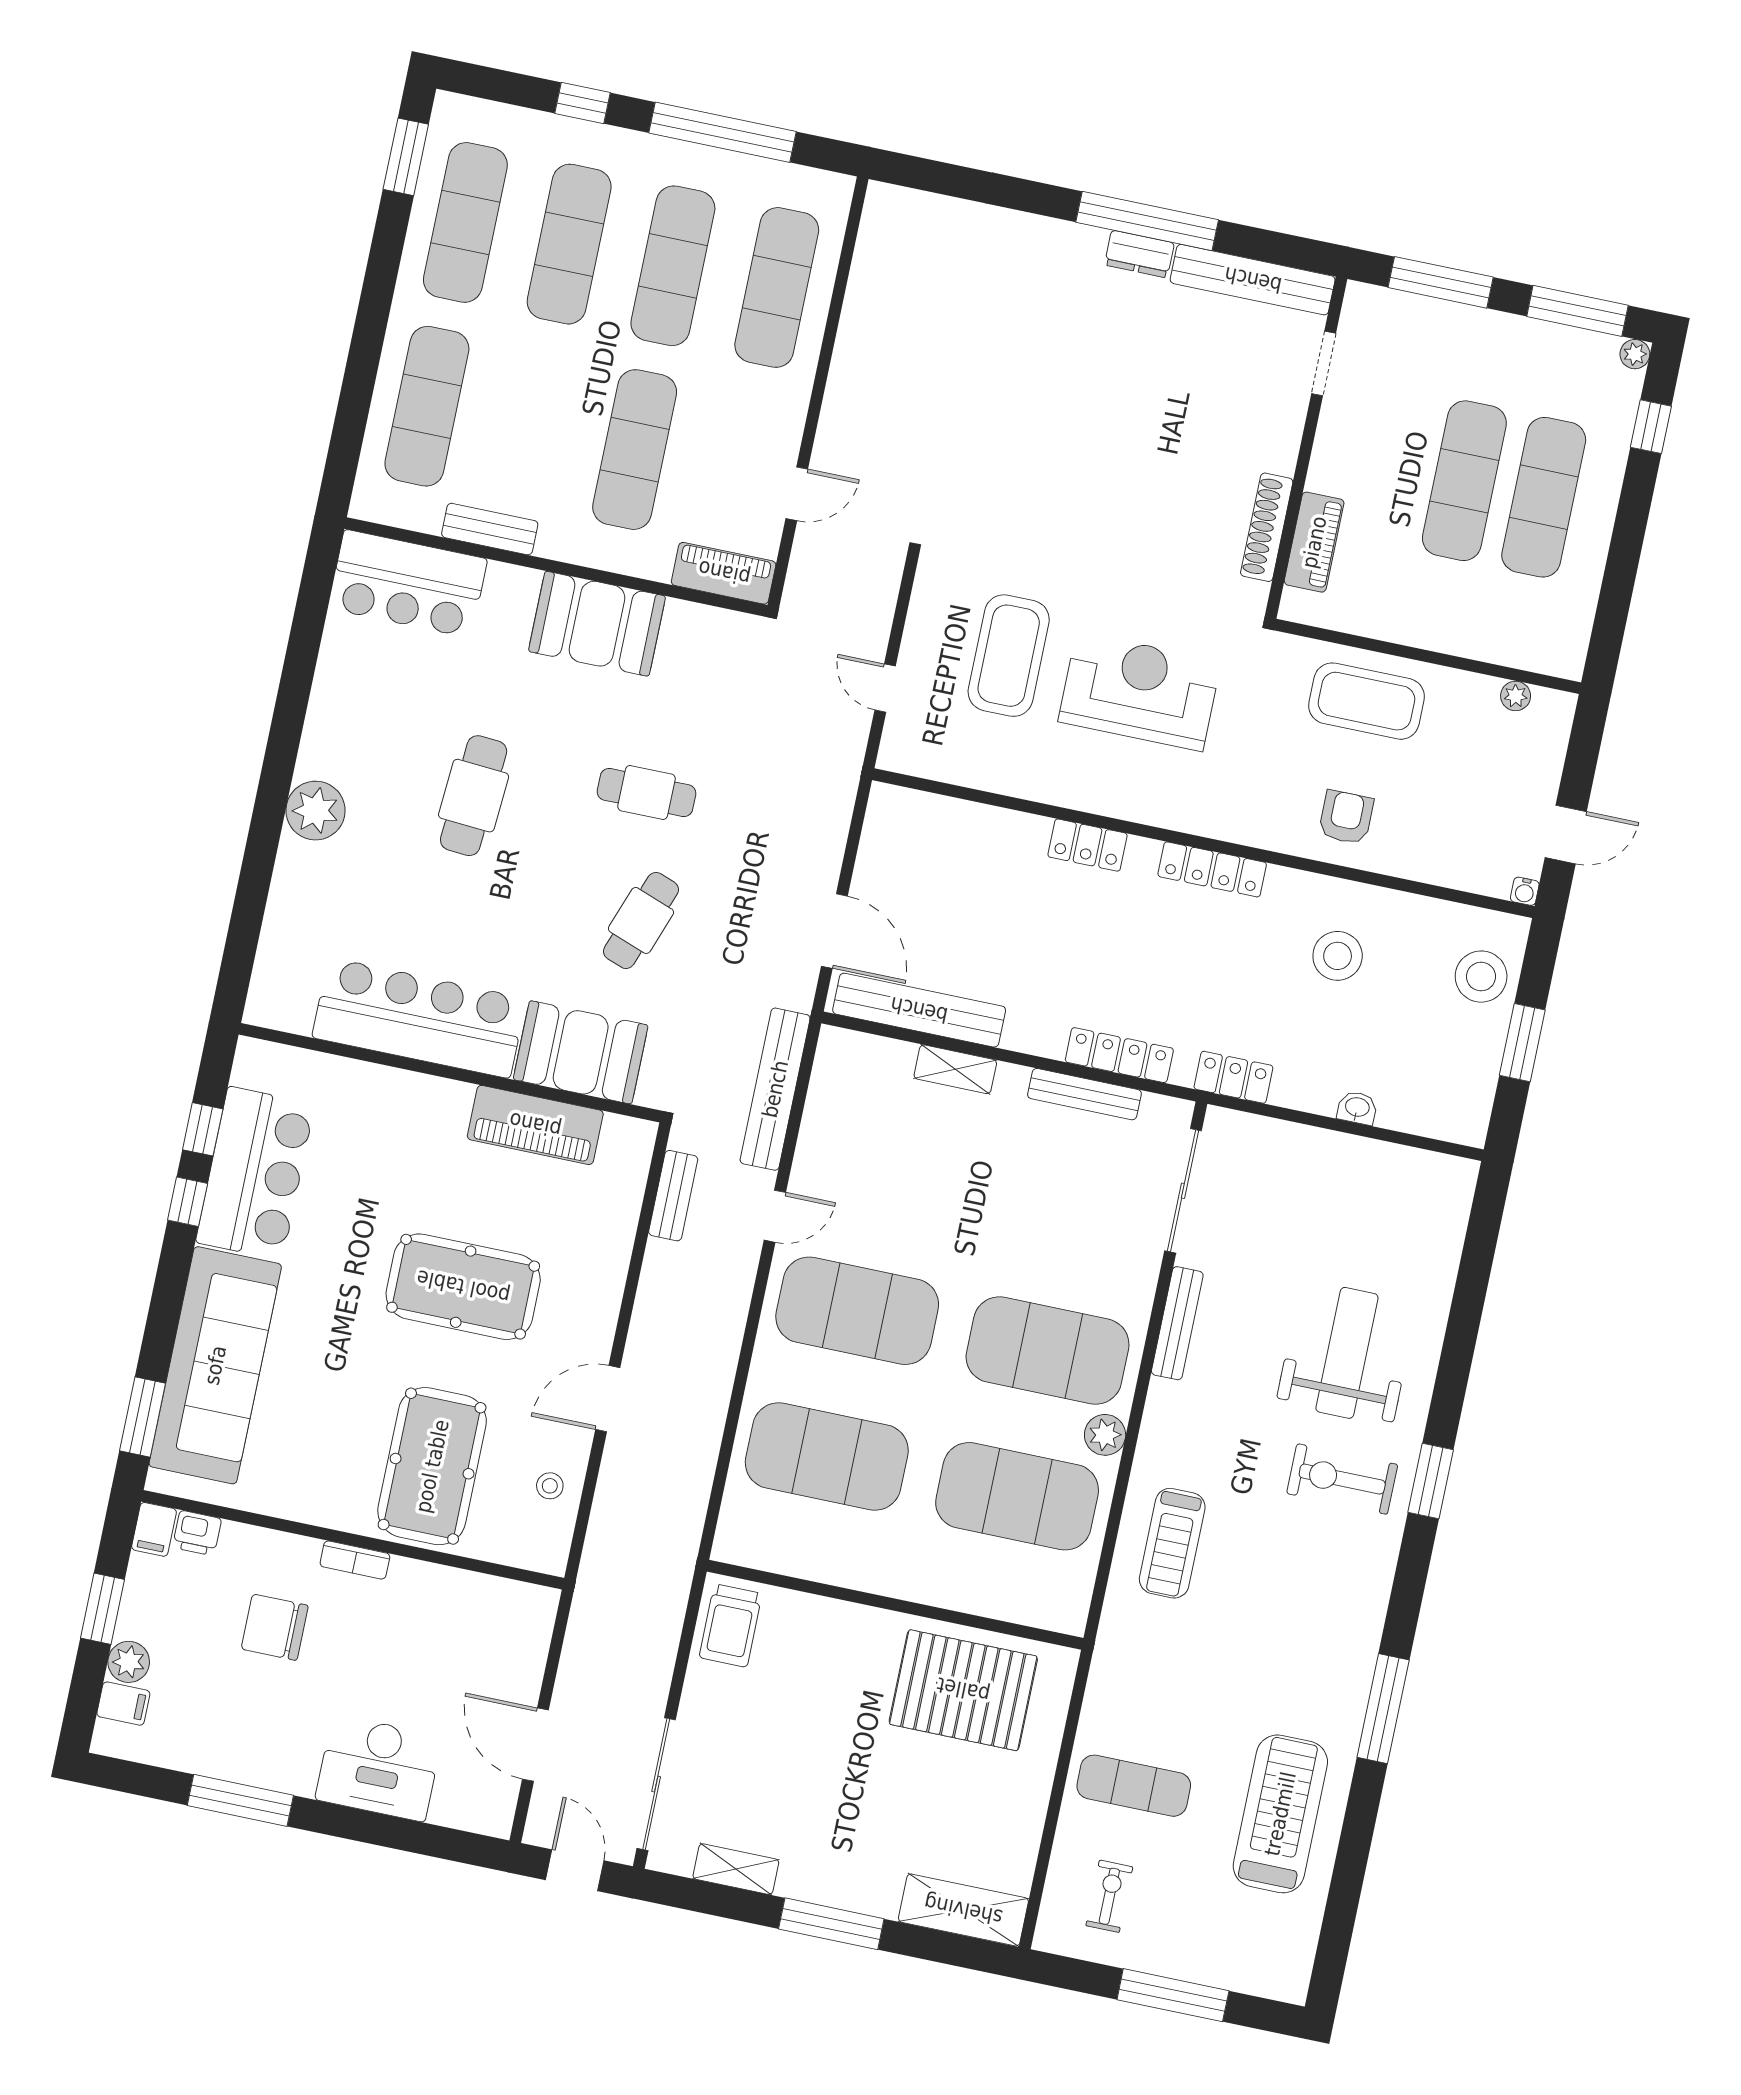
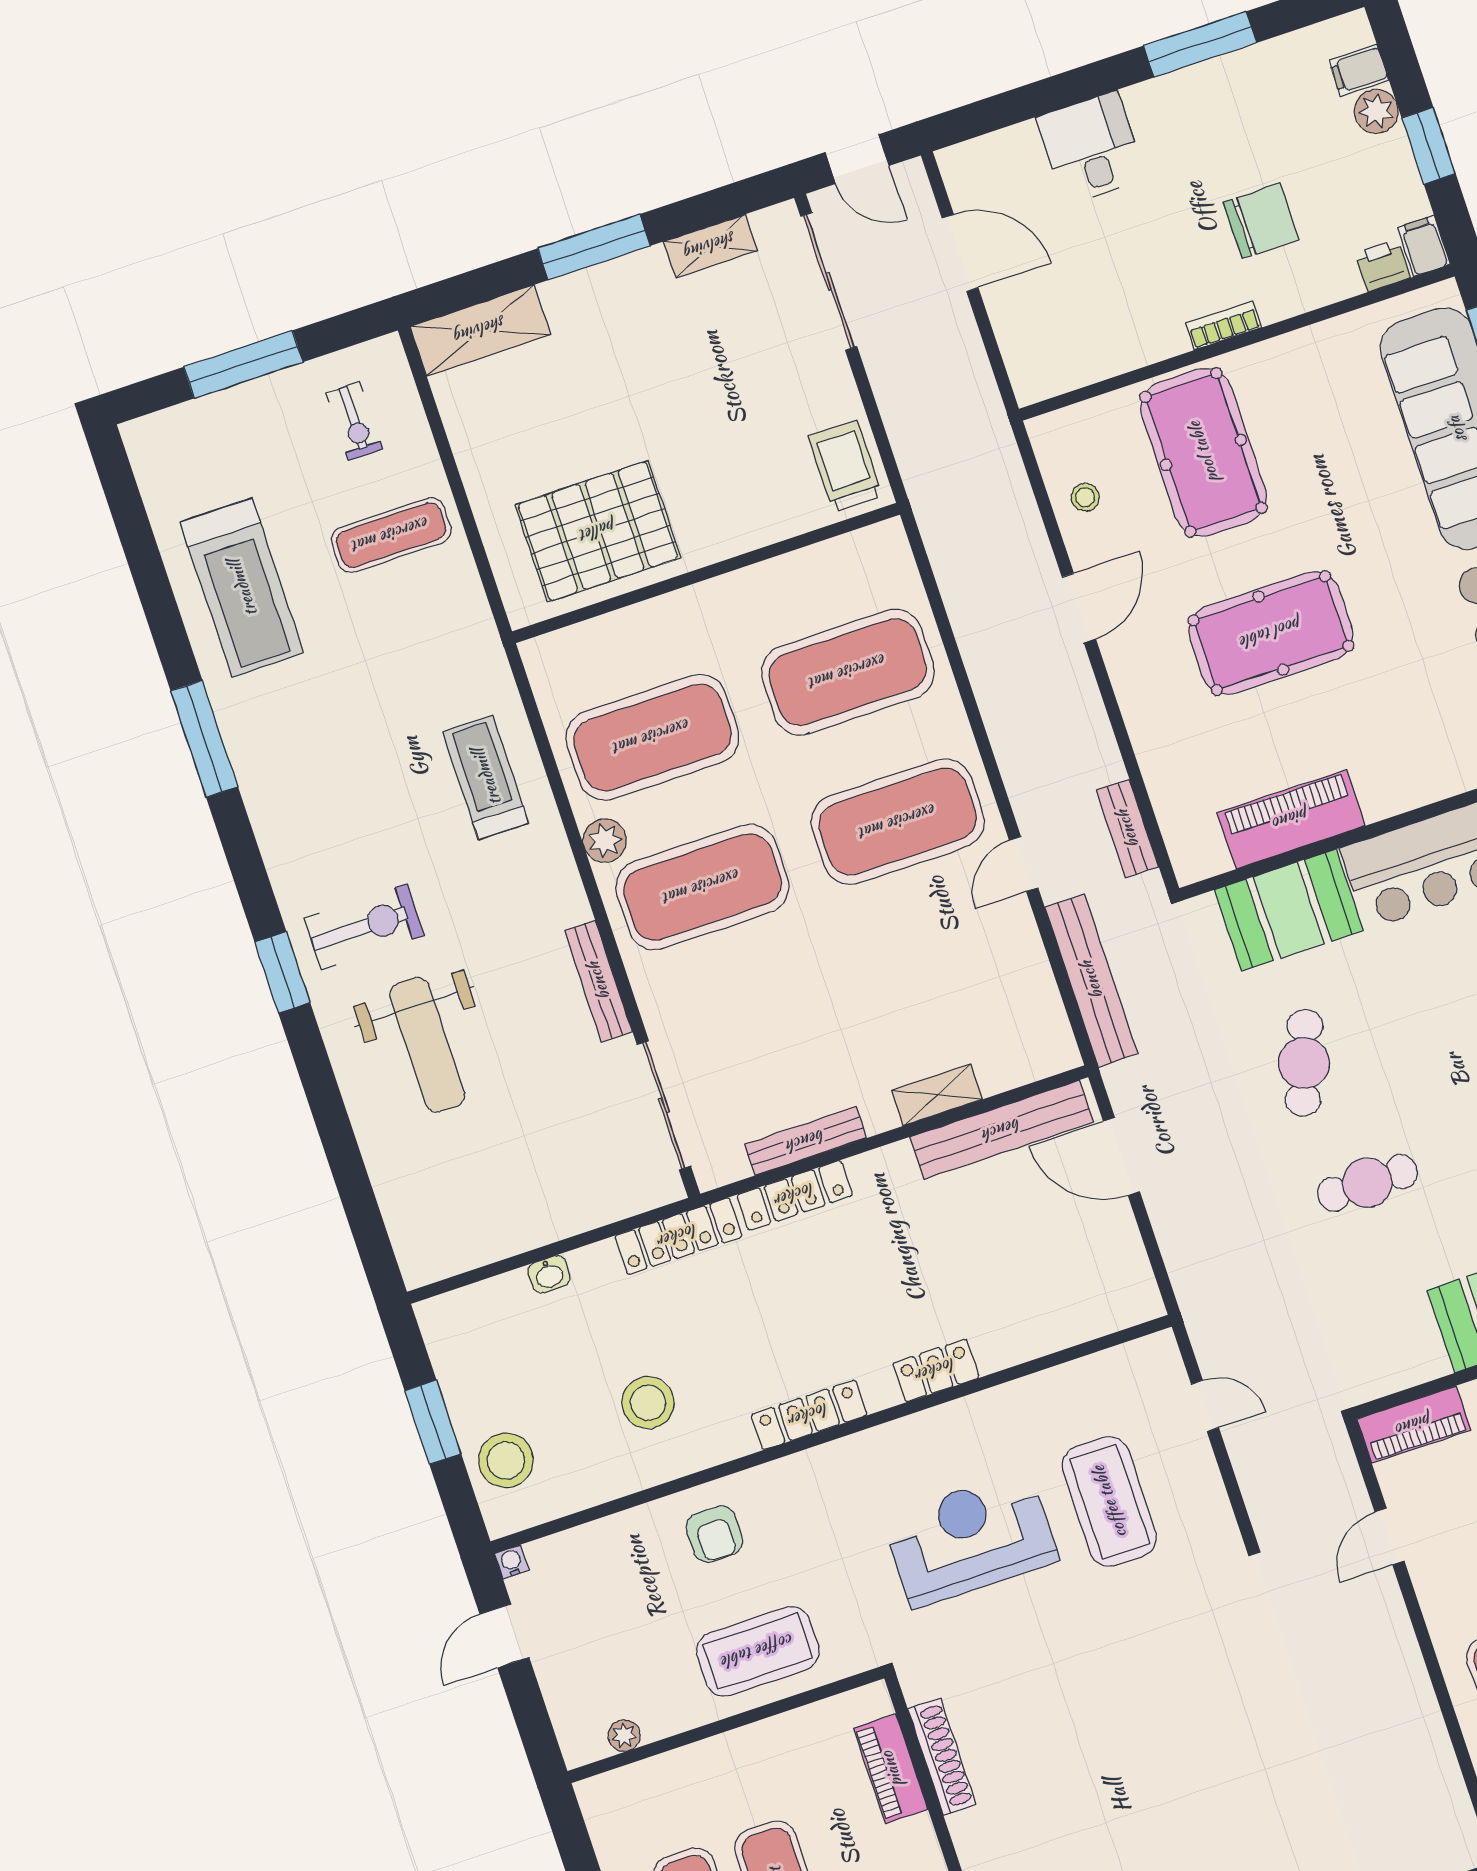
reception desk: (1140, 691) -> (970, 1539), turned 180
locker: (1233, 1077) -> (678, 1236), width x1.53
desk: (379, 1768) -> (1091, 148), width x0.73

